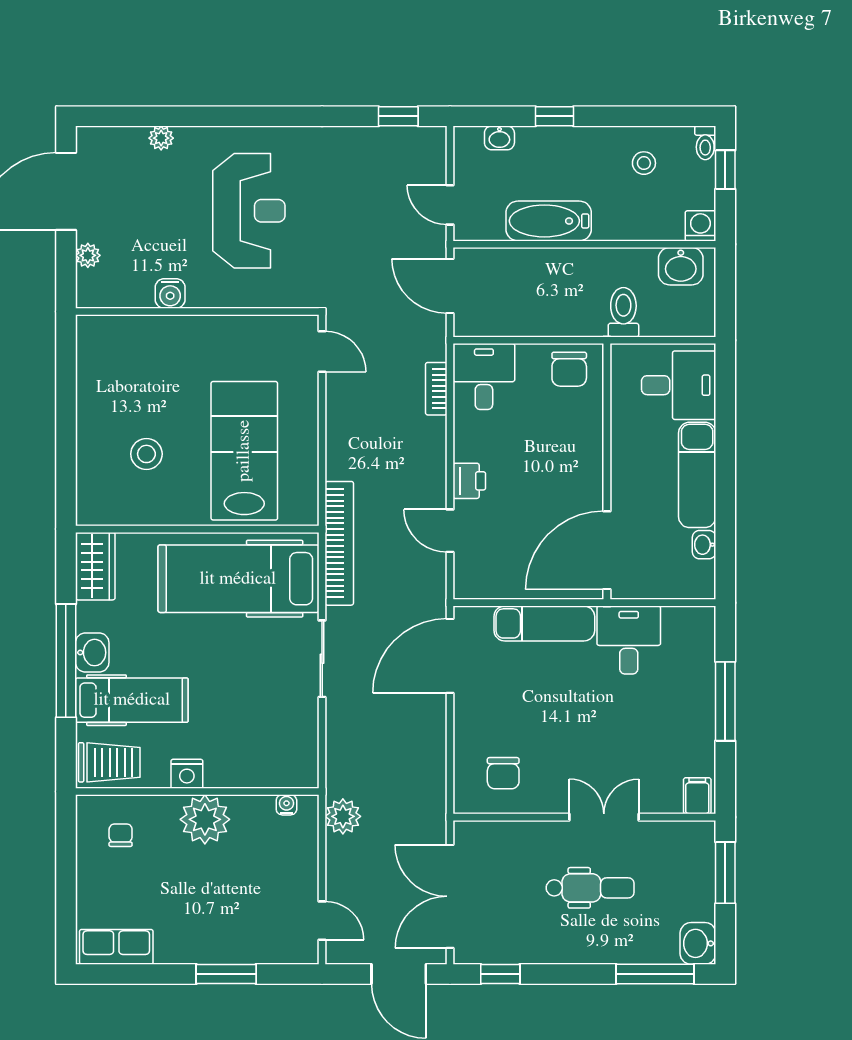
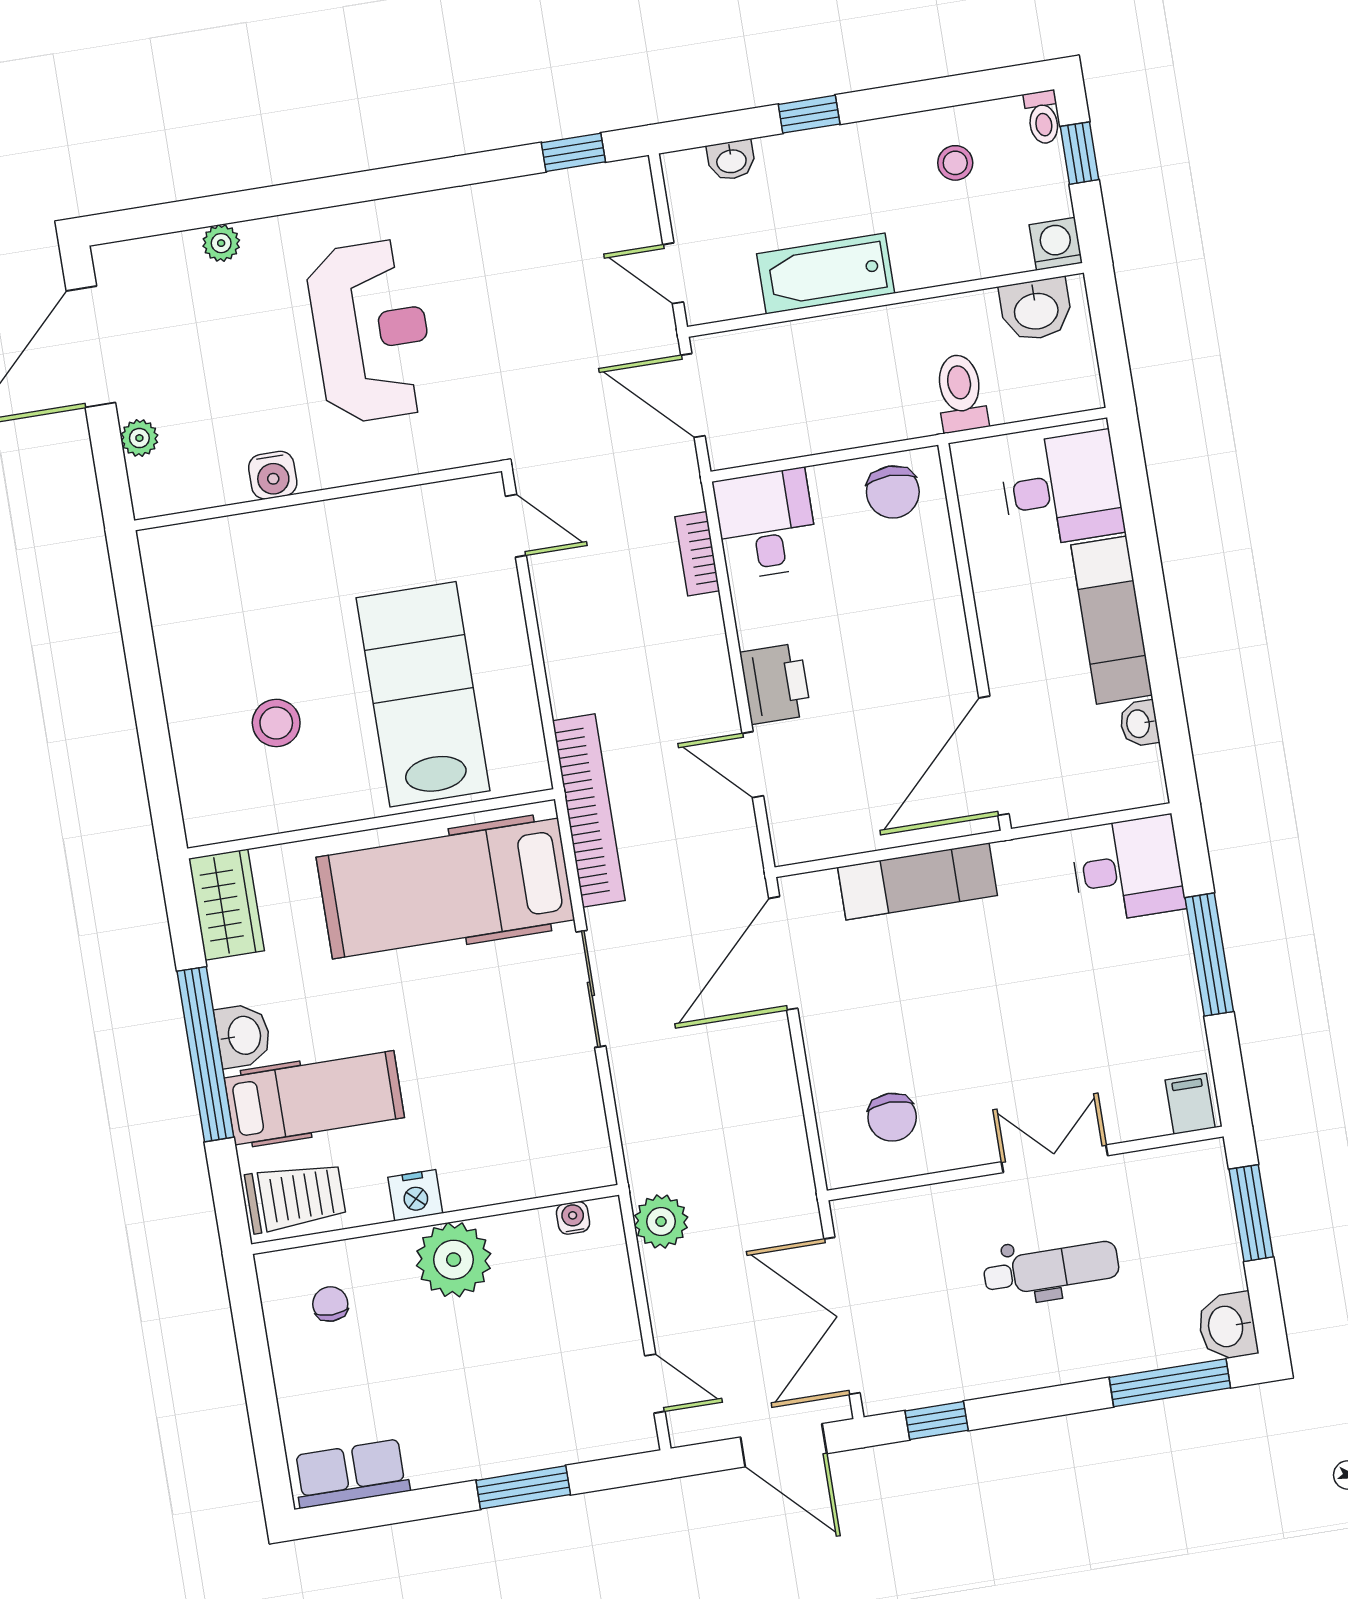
printer: (469, 481) -> (775, 684), width x1.36, depth x1.24
desk: (629, 640) -> (1128, 869), moved, turned 90

